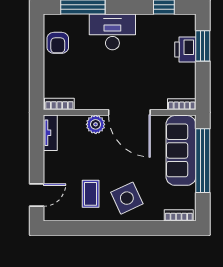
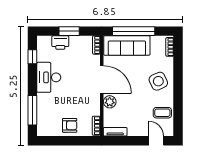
desk: (112, 32) -> (49, 77), moved
armchair: (58, 43) -> (70, 125), moved
window: (203, 46) -> (69, 31), moved
door: (129, 112) -> (102, 80), hinge flipped
coffee table: (91, 194) -> (162, 113), moved

